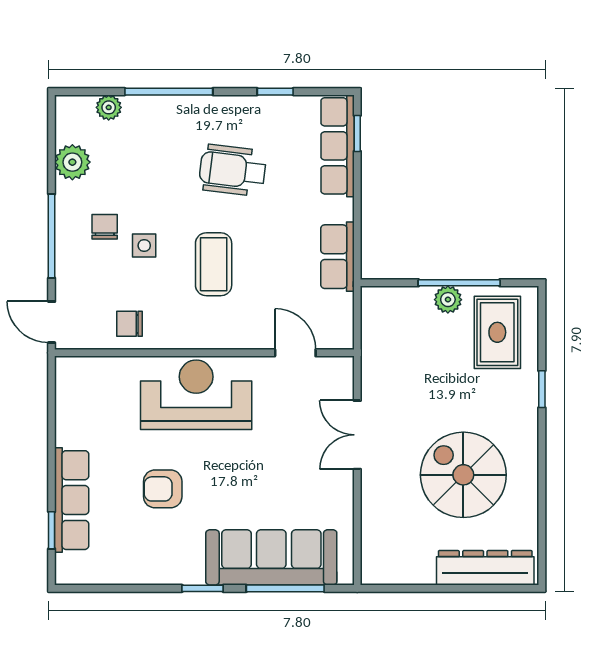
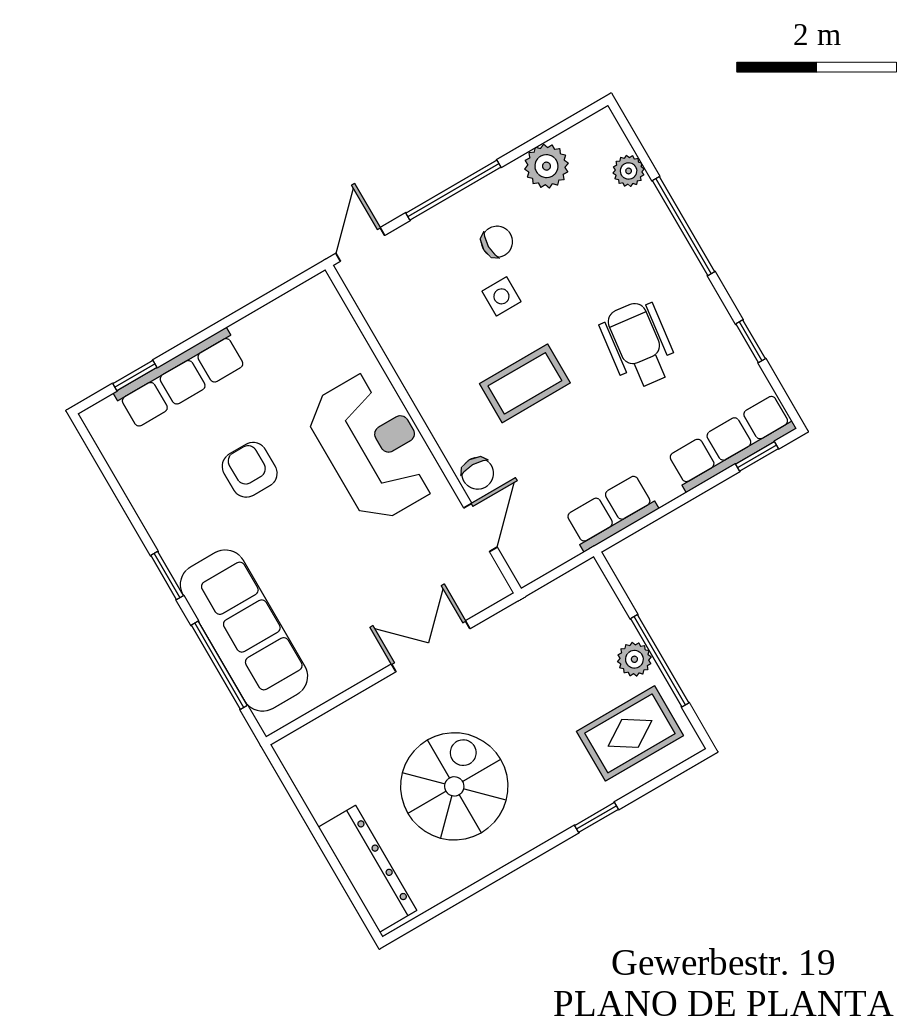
chair: (130, 324) -> (478, 473), moved, turned 180

